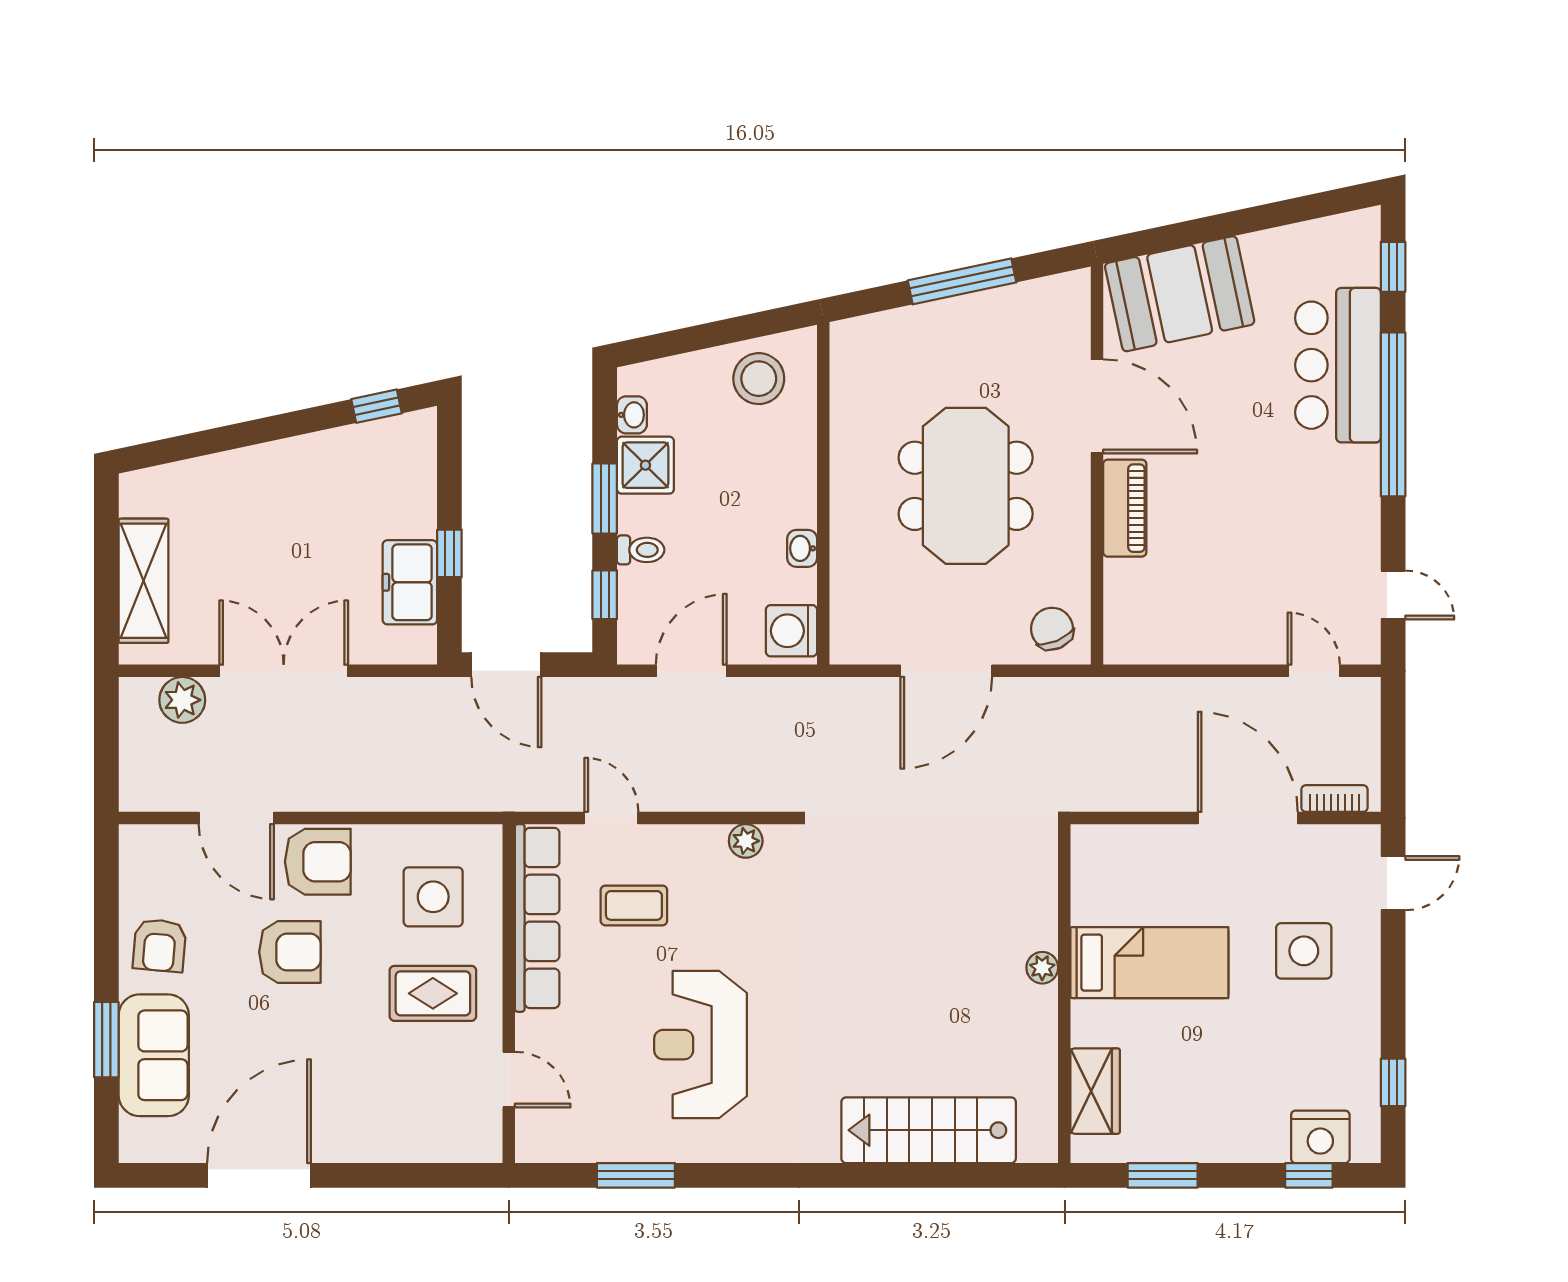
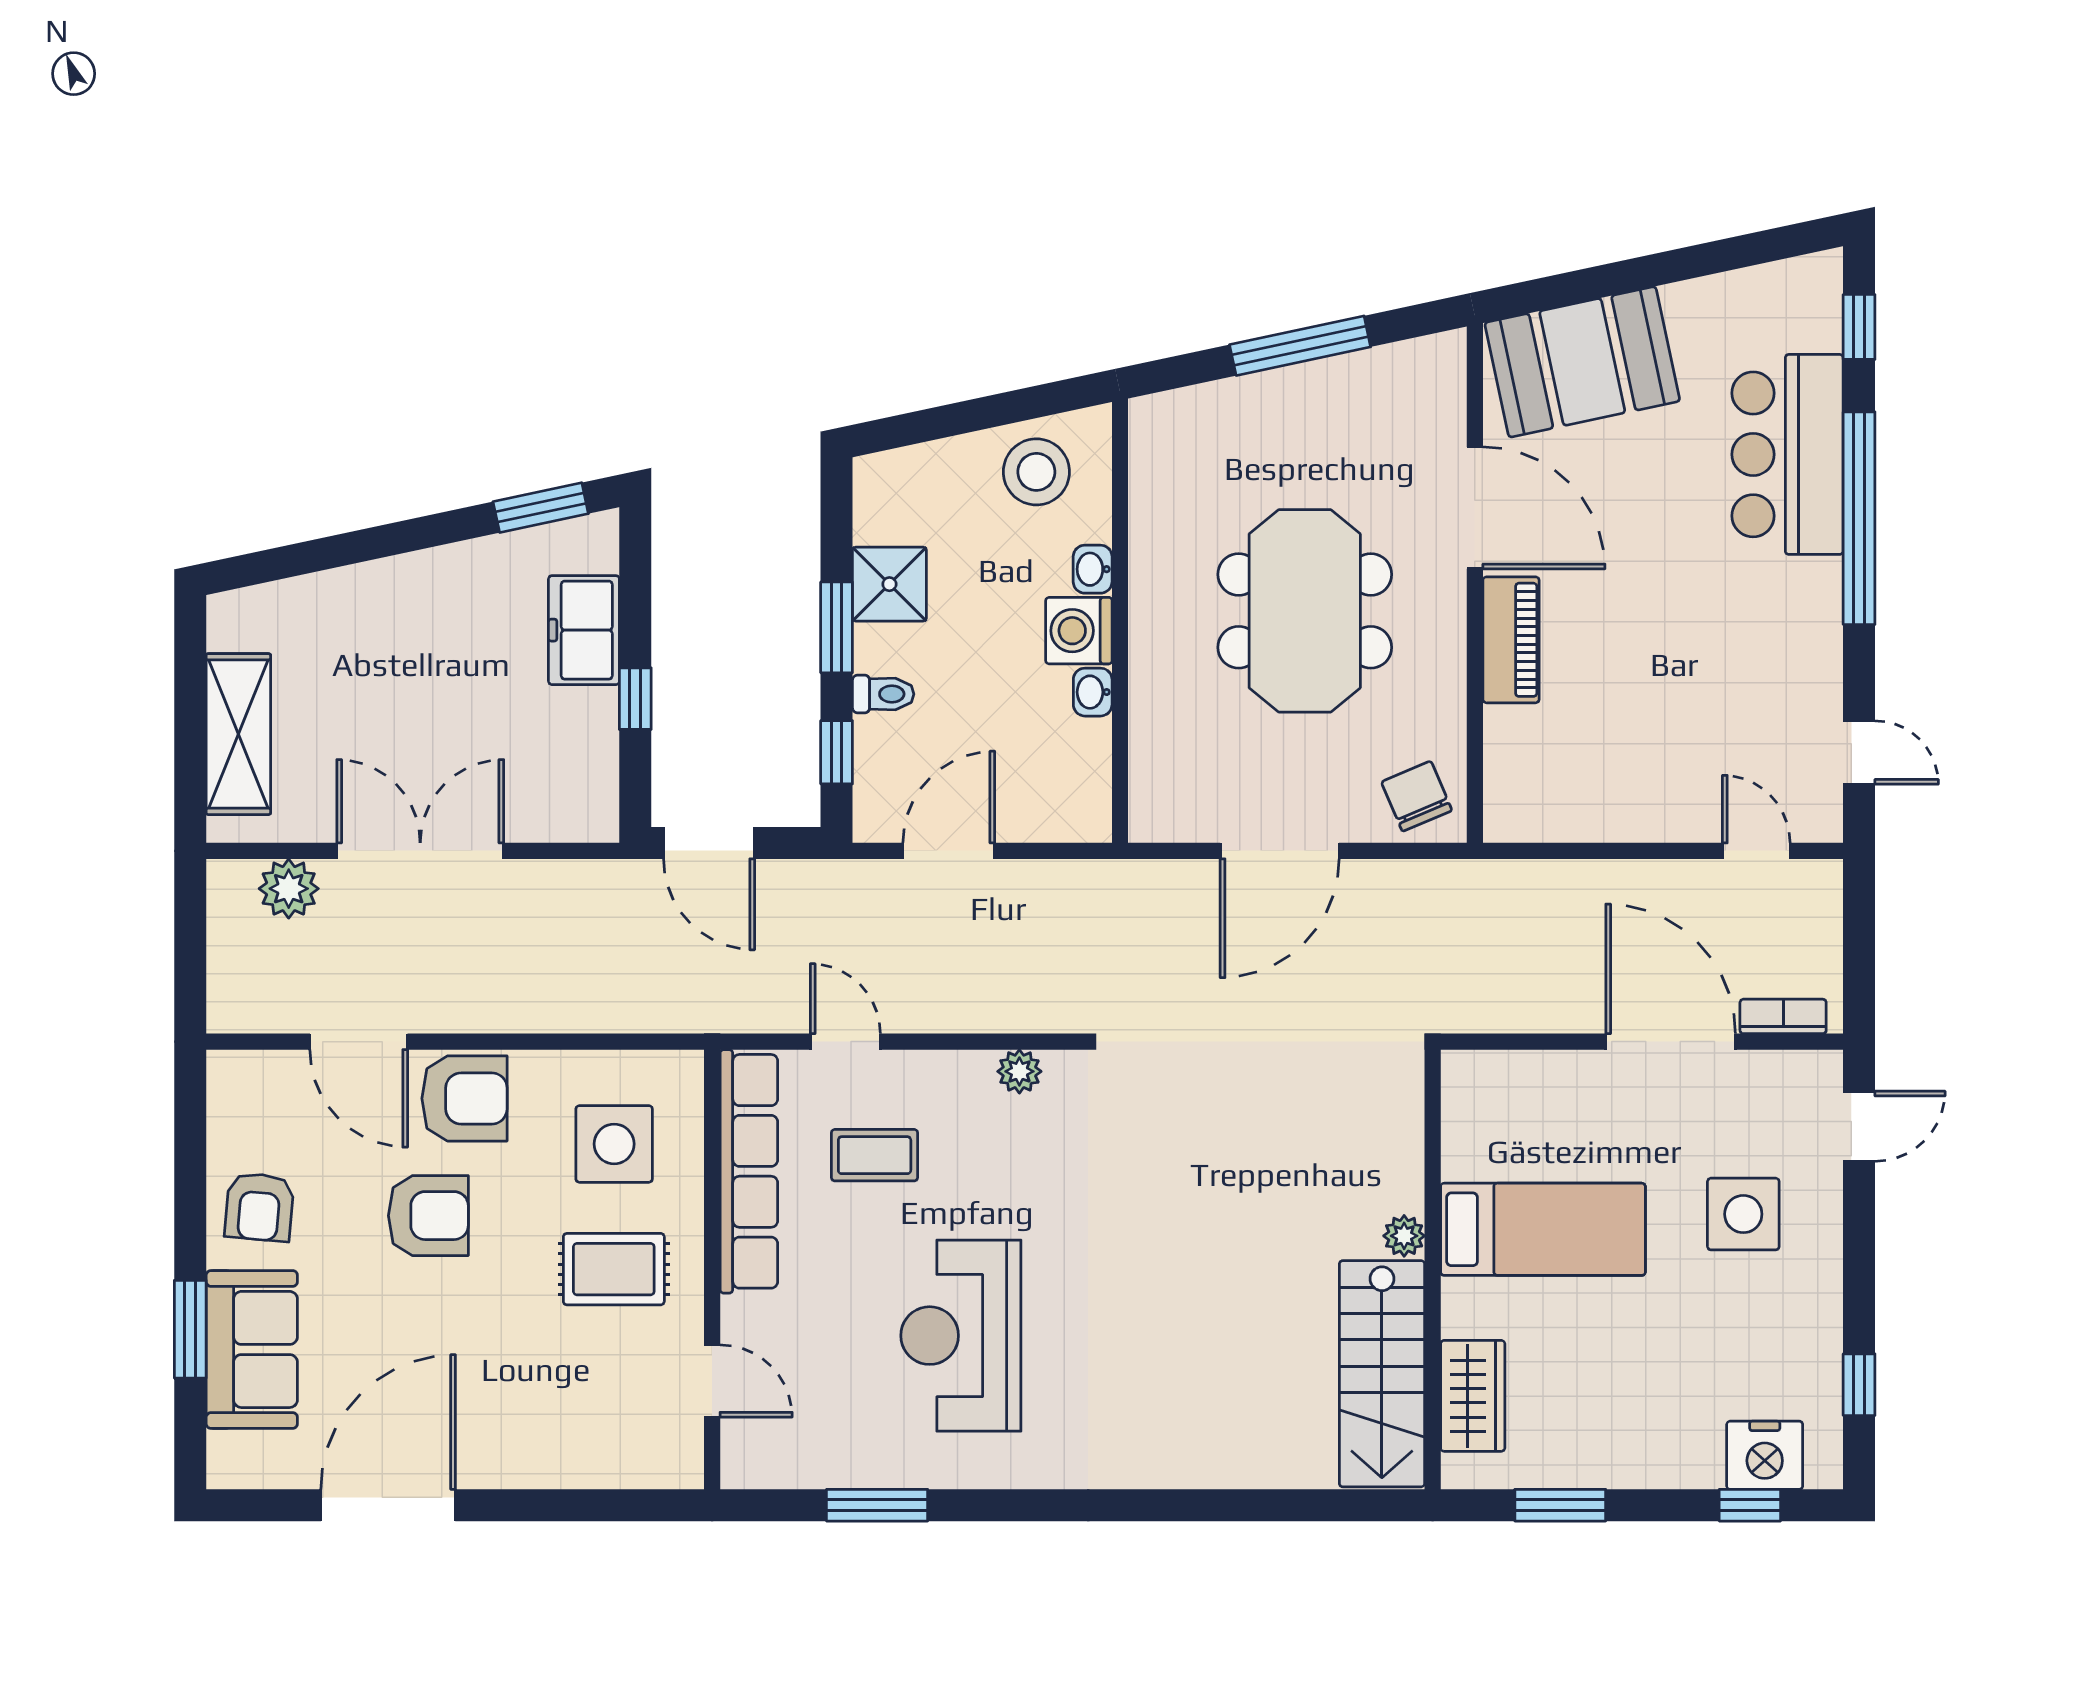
window: (377, 406) -> (541, 508), width x1.50
washbasin: (632, 415) -> (1093, 569), moved, turned 180
freezer: (410, 582) -> (584, 630), moved
washing machine: (791, 631) -> (1079, 631), moved
stairs: (929, 1130) -> (1382, 1374), moved, turned -90

